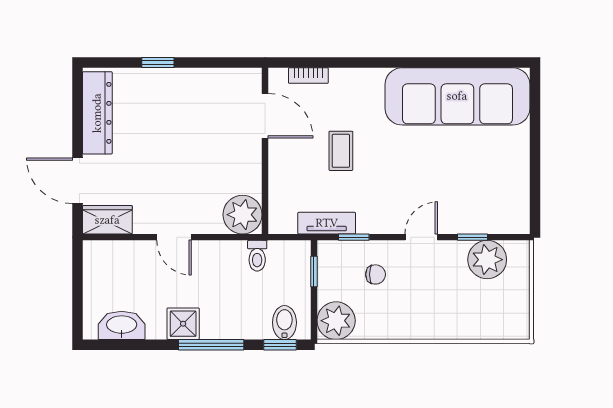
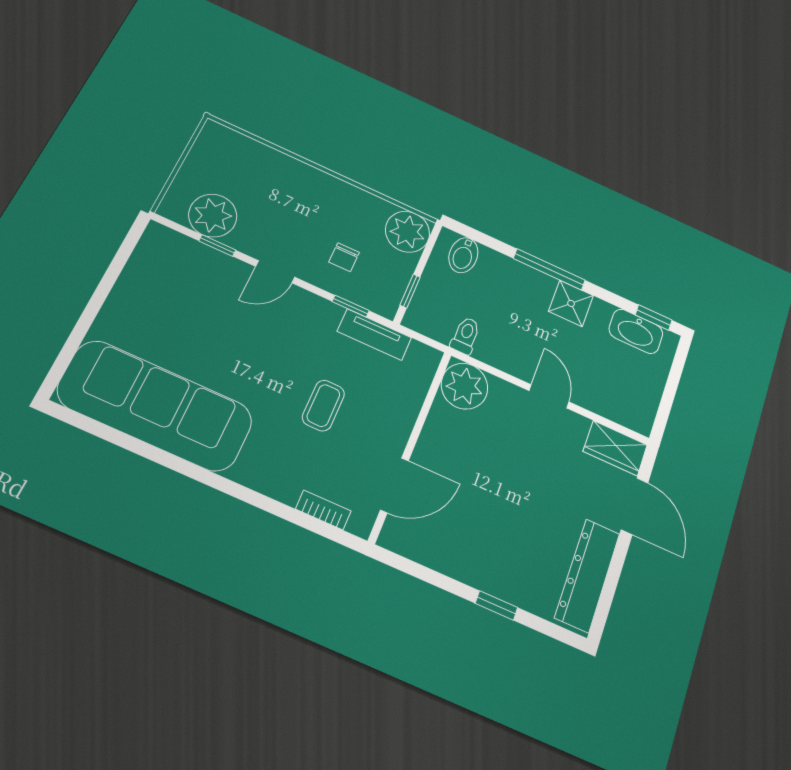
door: (265, 116) -> (395, 485), swing flipped
chair: (376, 274) -> (344, 257), turned -90
window: (280, 345) -> (654, 318), moved

